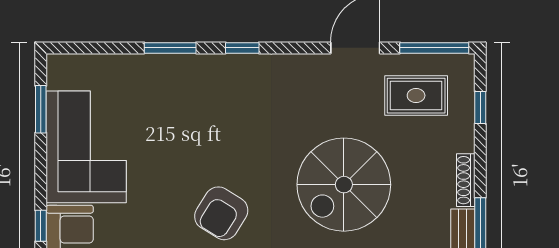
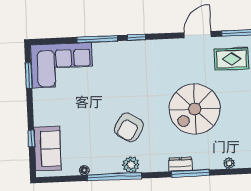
window: (170, 48) -> (97, 39), width x1.44
corner sofa: (86, 147) -> (62, 65), moved, turned 90

